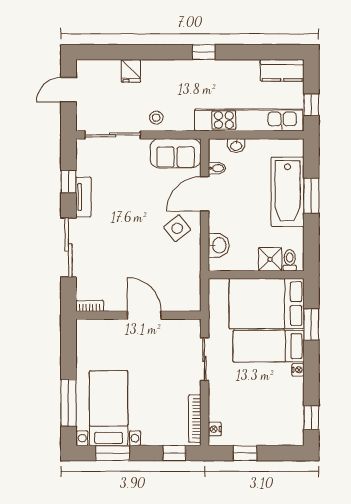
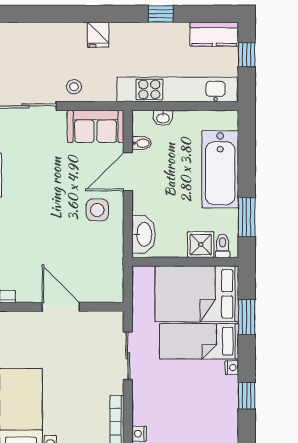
window: (204, 52) -> (161, 14), moved
fridge: (131, 71) -> (98, 35), moved
window: (311, 105) -> (247, 55), moved
window: (311, 196) -> (247, 217), moved
side table: (177, 228) -> (97, 210), turned 38
washbasin: (219, 245) -> (144, 234), width x1.38
window: (311, 418) -> (247, 396), moved

